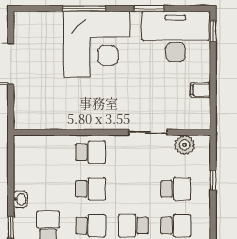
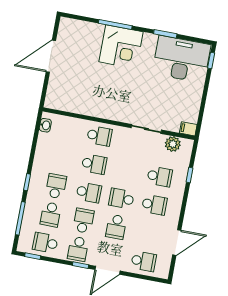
corner desk: (97, 44) -> (121, 47), width x0.74, depth x0.74
filing cabinet: (200, 90) -> (188, 129), moved
washbasin: (20, 199) -> (45, 125), moved

